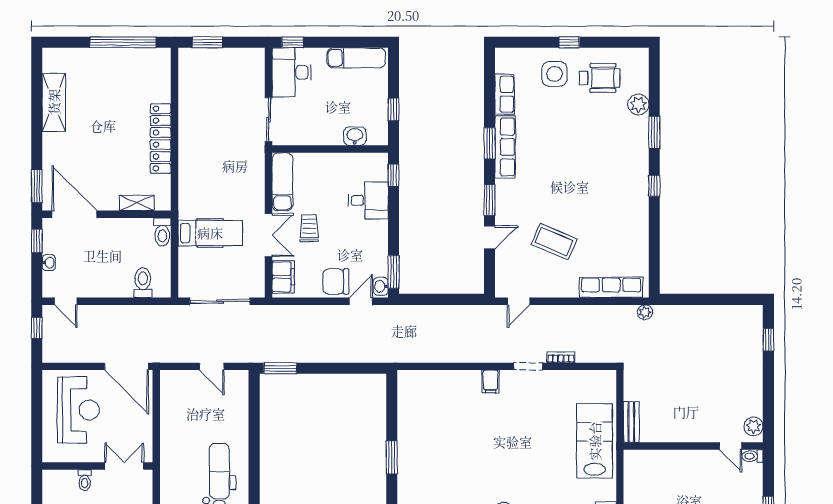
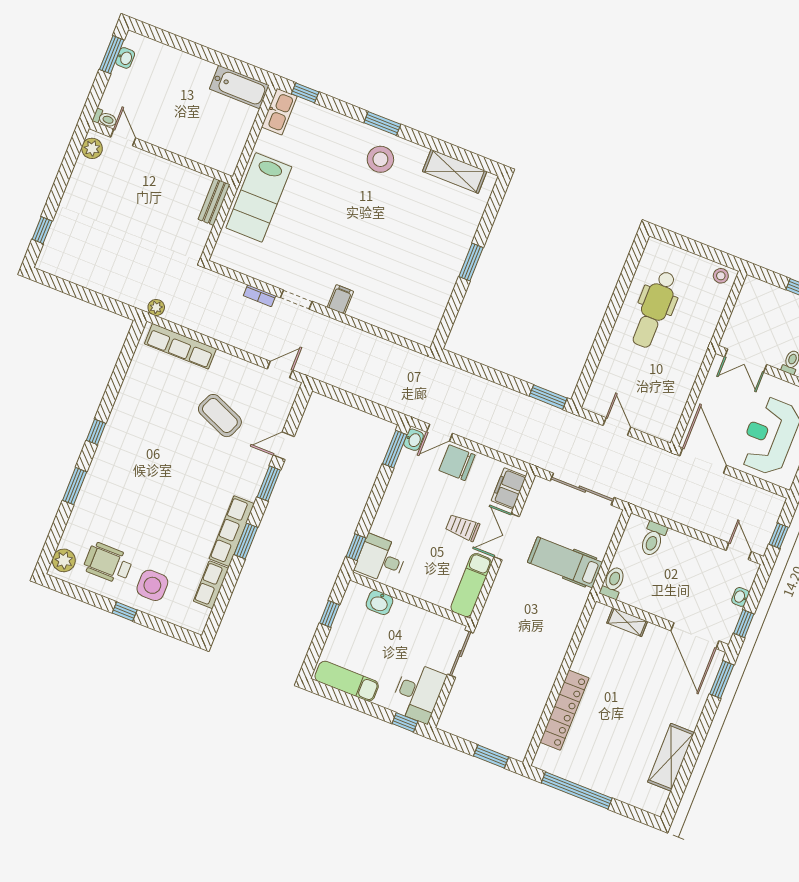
plant: (638, 104) -> (64, 560), moved
locker: (161, 139) -> (564, 710), moved
desk: (368, 200) -> (381, 559), moved
trolley: (309, 228) -> (463, 527), turned 90
chair: (336, 281) -> (457, 463), turned 180

